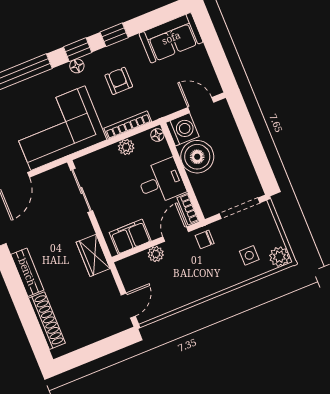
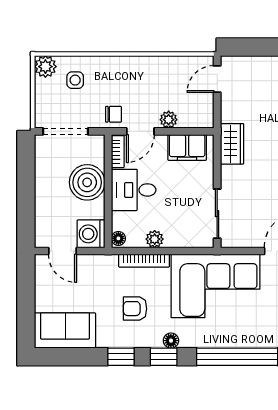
armchair: (119, 81) -> (135, 309), turned 90
boiler: (197, 157) -> (87, 182), moved

